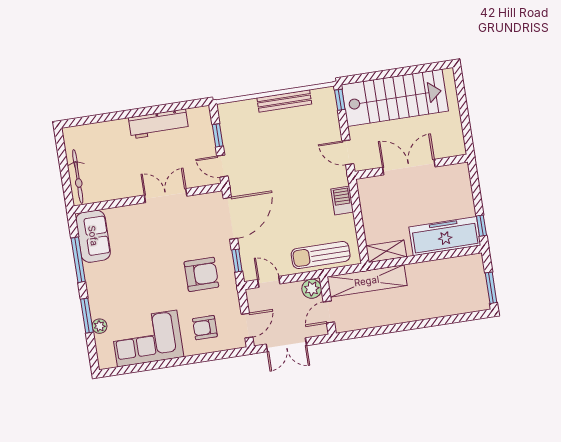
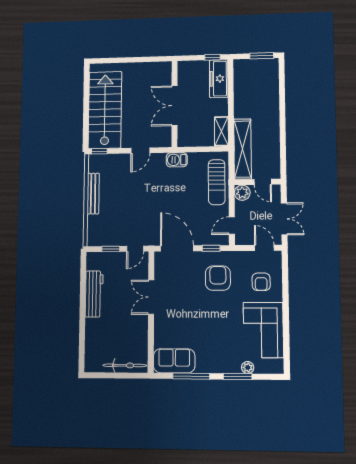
double door: (409, 167) -> (174, 106), moved
wall: (411, 167) -> (174, 104), moved
freezer: (445, 236) -> (219, 79), width x0.73, depth x0.79

